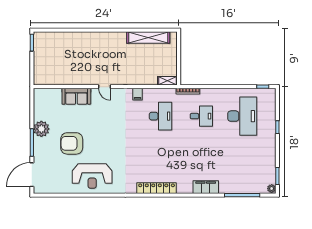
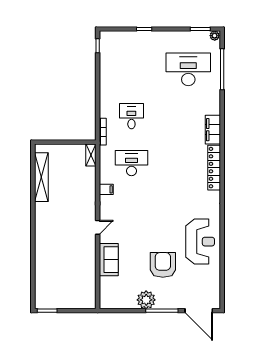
desk: (242, 116) -> (188, 69), moved
armchair: (72, 143) -> (163, 265), turned 180
filing cabinet: (206, 187) -> (213, 130), moved

